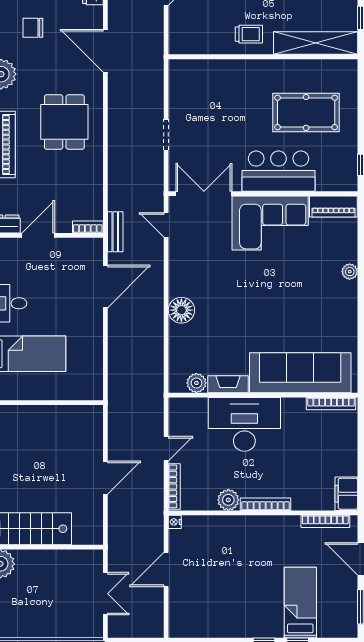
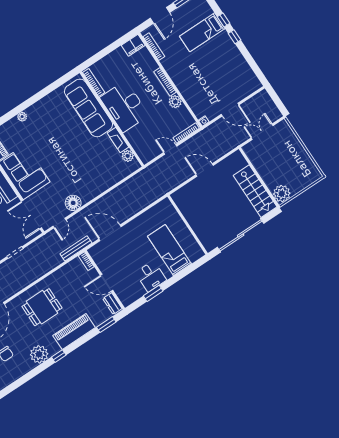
bench: (115, 232) -> (76, 248), width x1.36
floor lamp: (181, 310) -> (73, 203), moved
desk: (244, 424) -> (124, 106), moved

